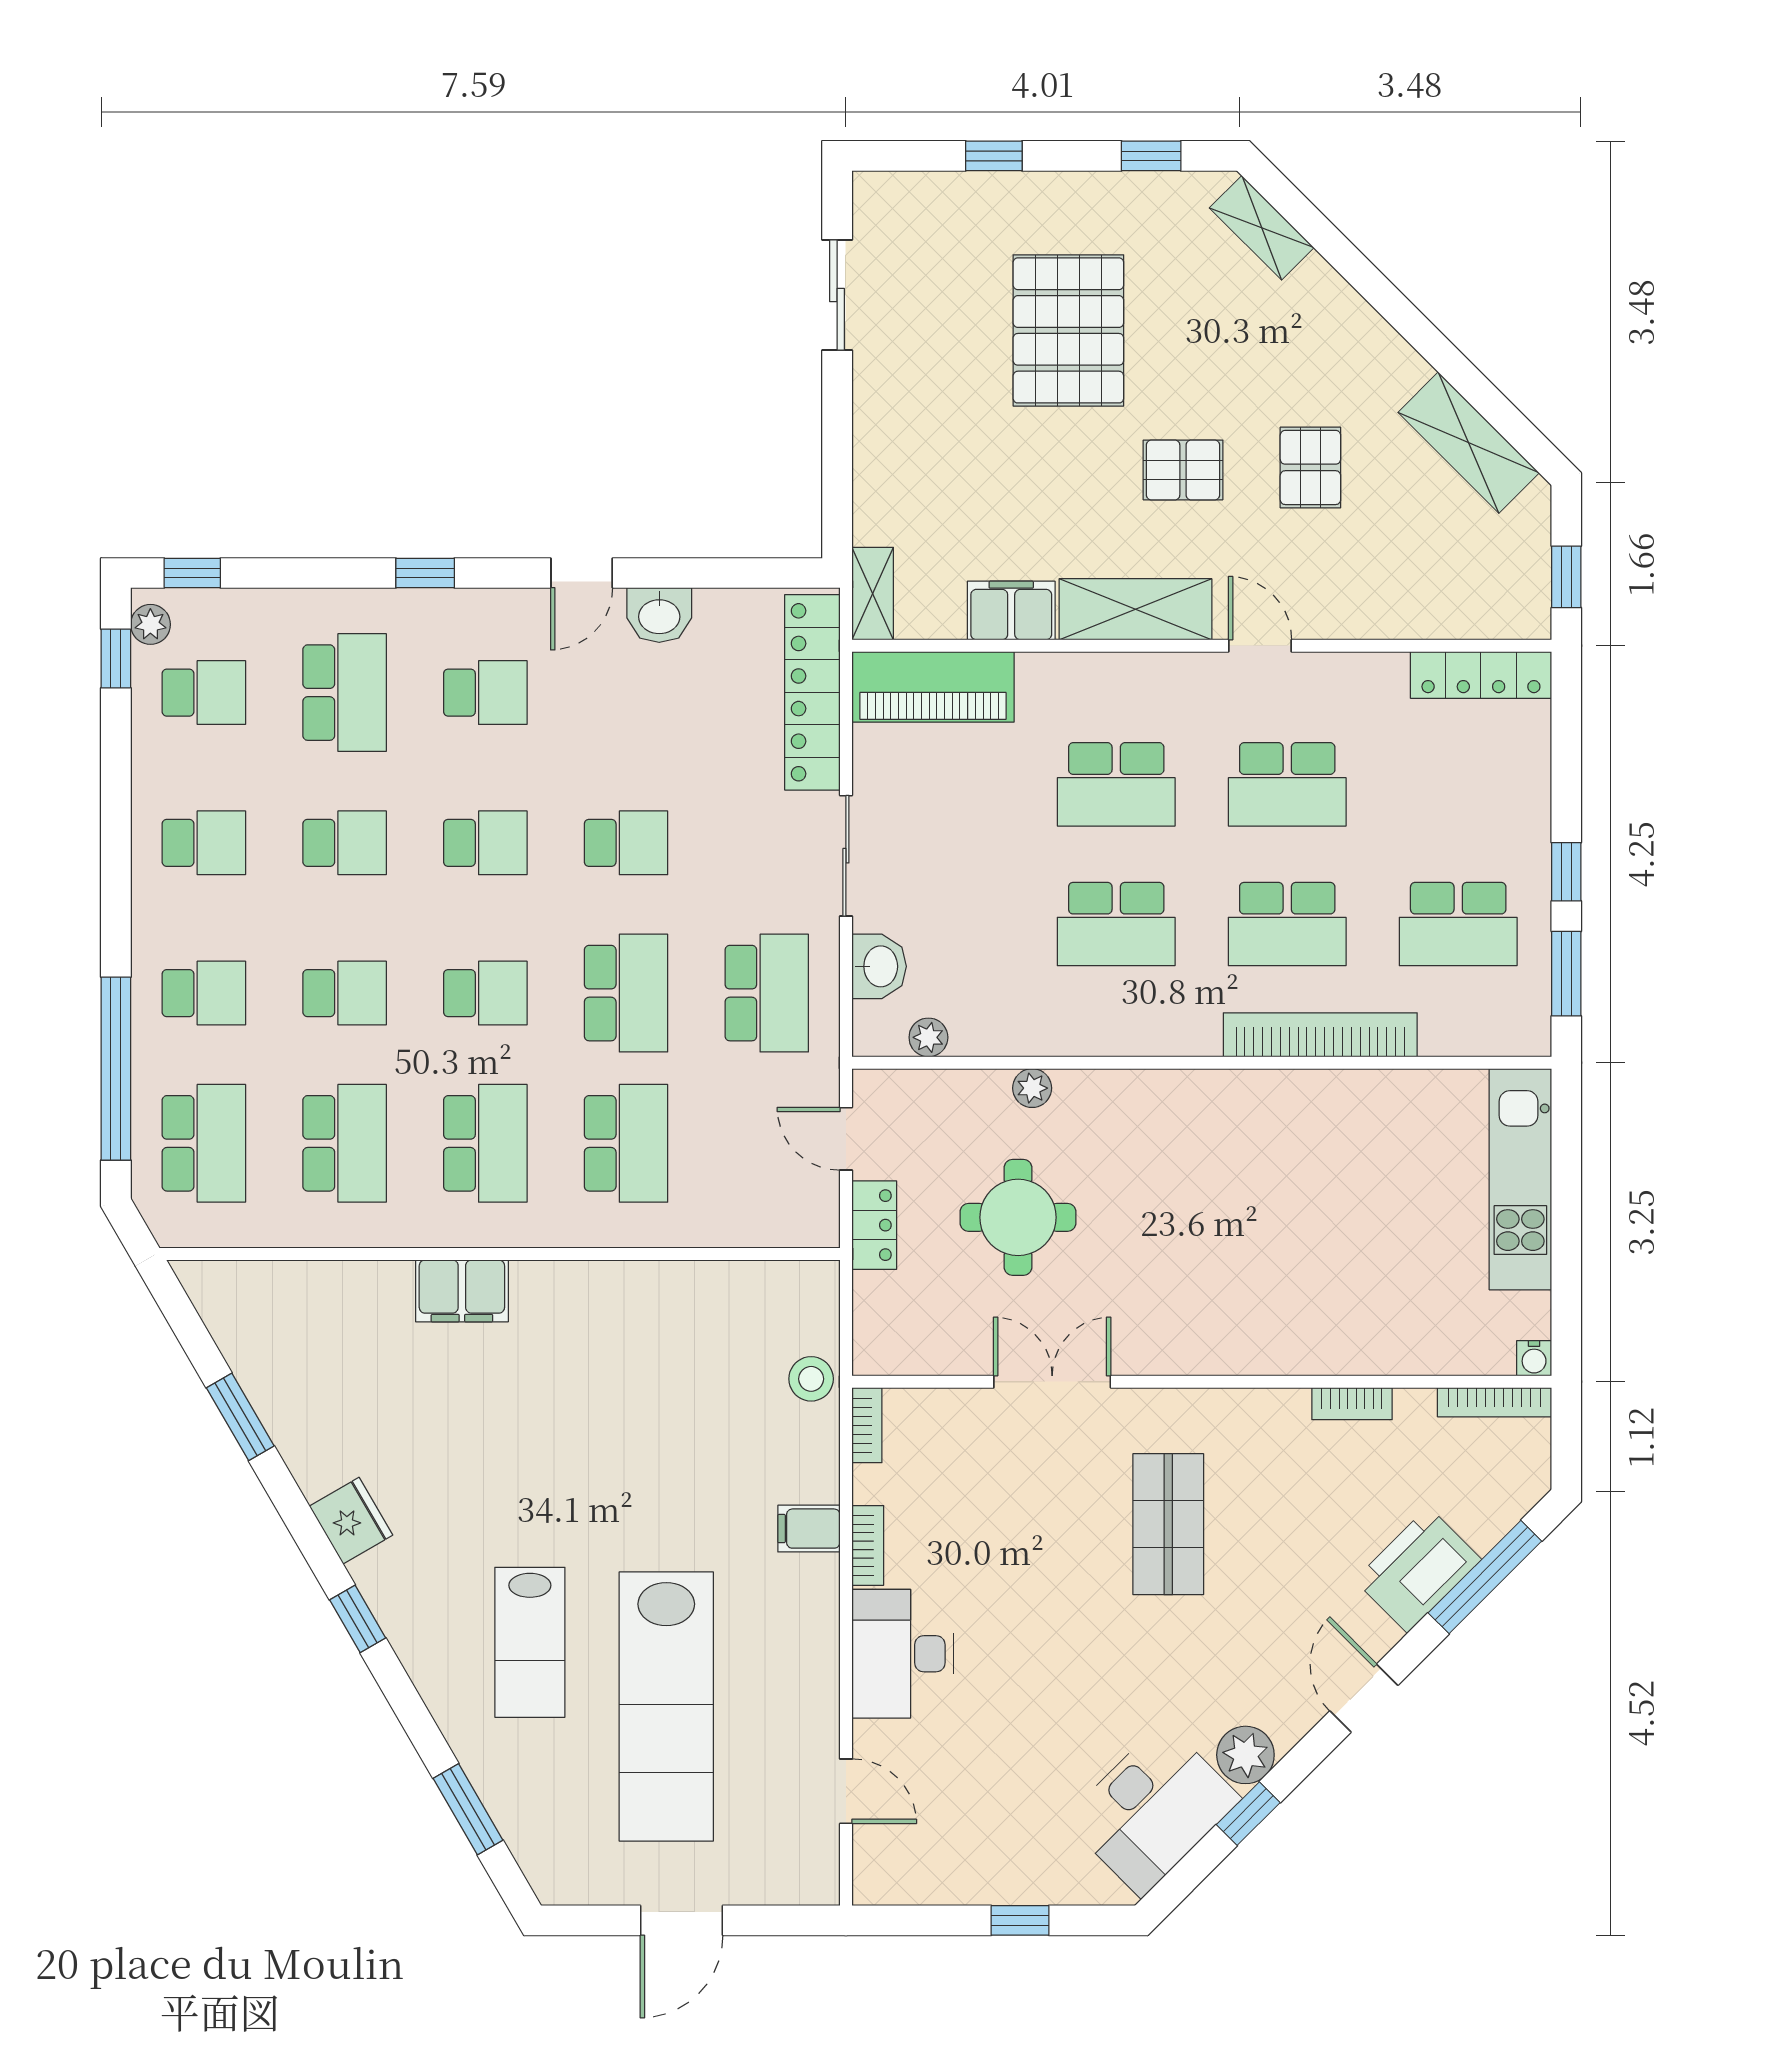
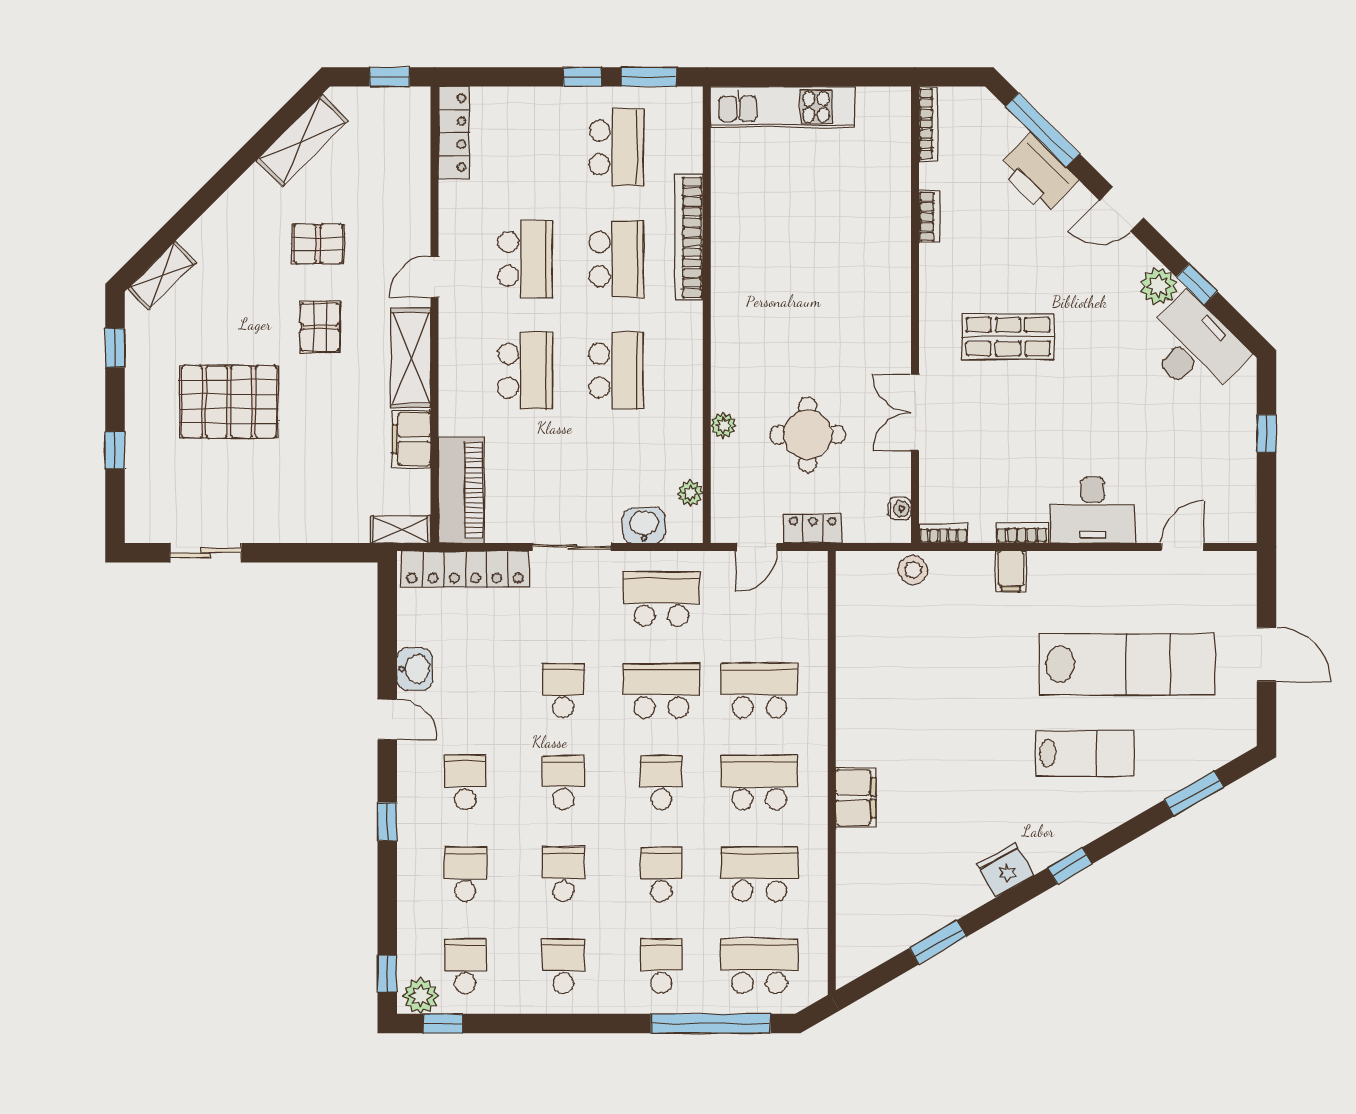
plant: (150, 624) -> (421, 996), width x1.38, depth x1.38
school desk: (345, 693) -> (465, 874), width x0.54
water cooler: (1534, 1358) -> (900, 509), moved

